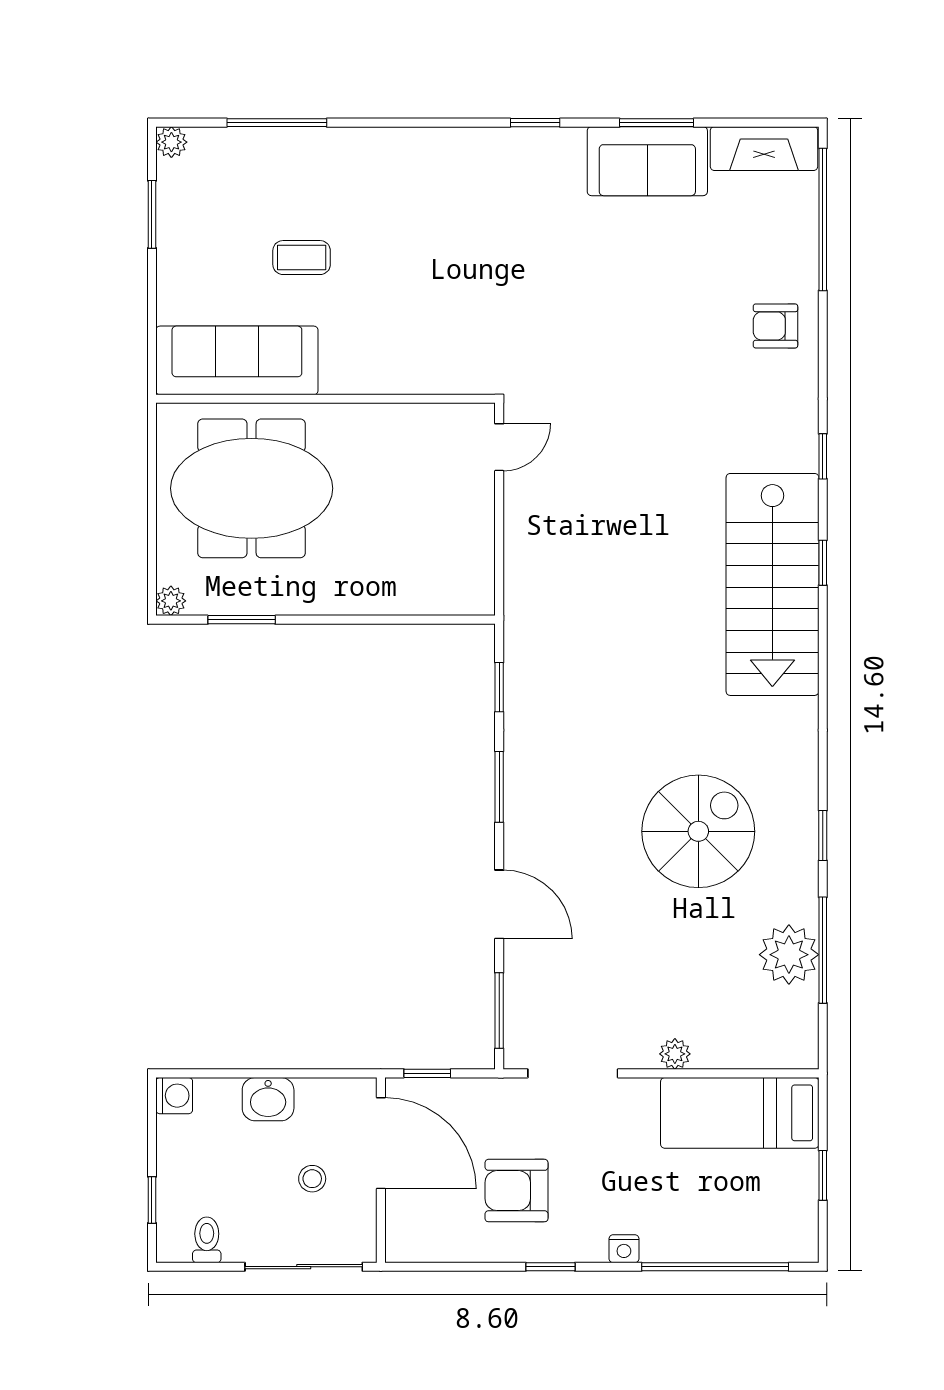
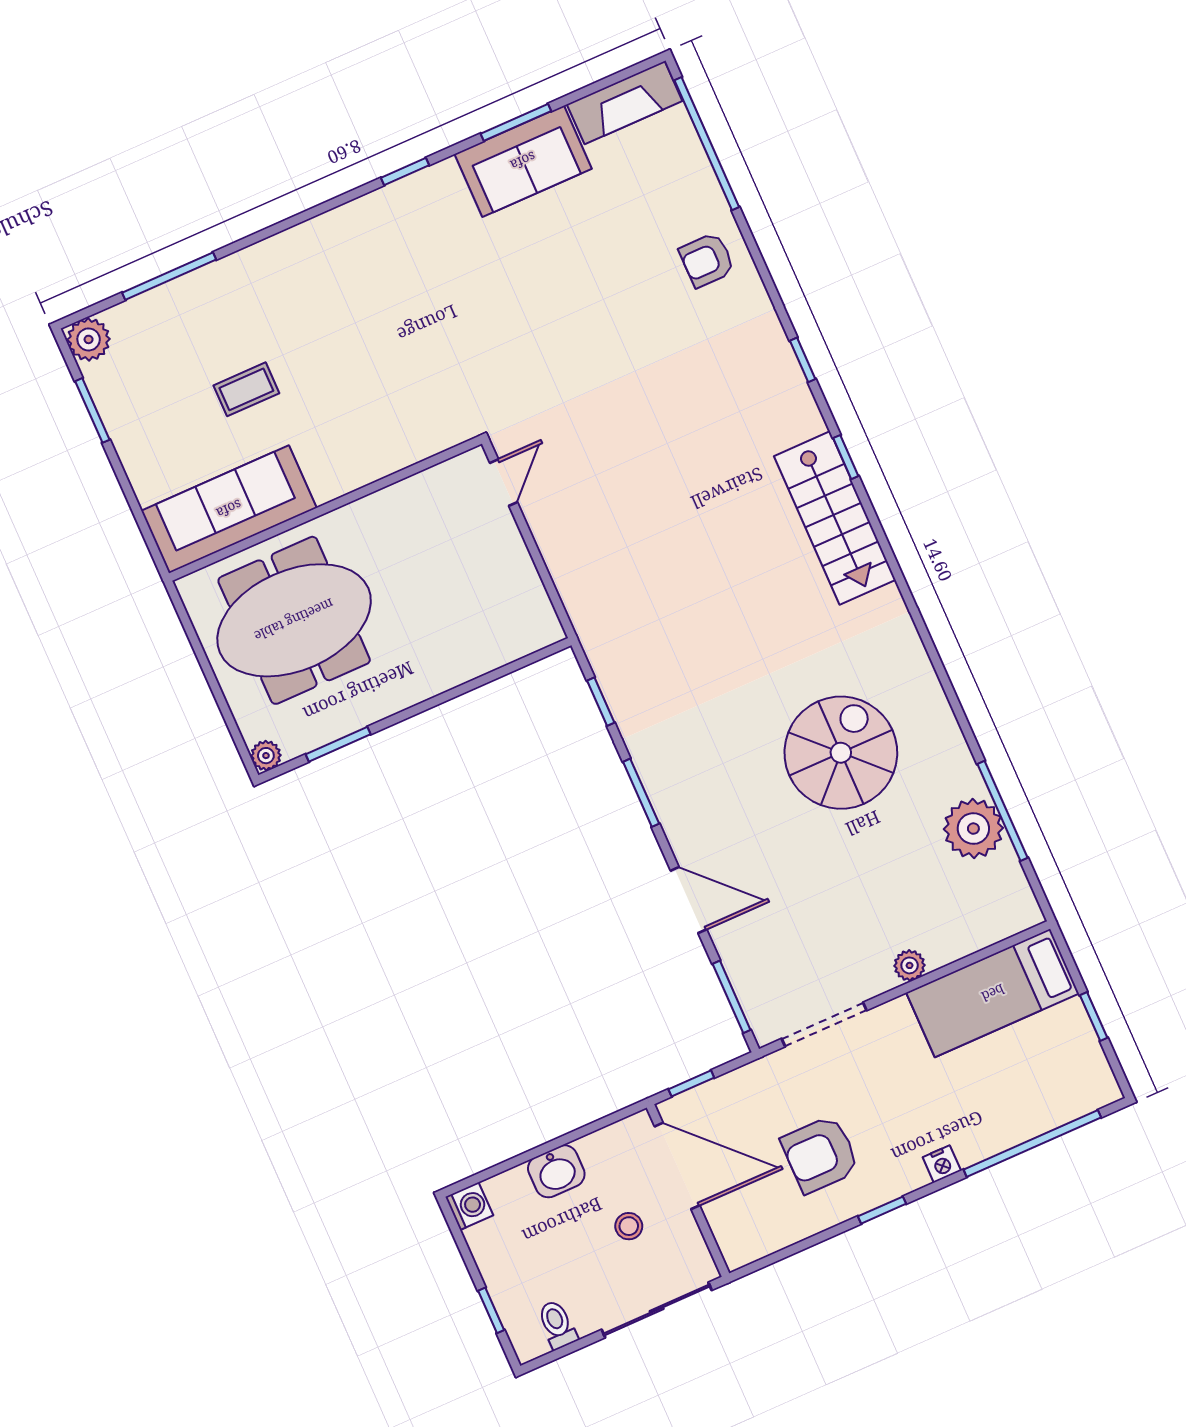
plant: (171, 142) -> (89, 339), width x1.38, depth x1.38
stairs: (772, 584) -> (835, 518), width x0.73, depth x0.66
window: (823, 835) -> (956, 706), removed

